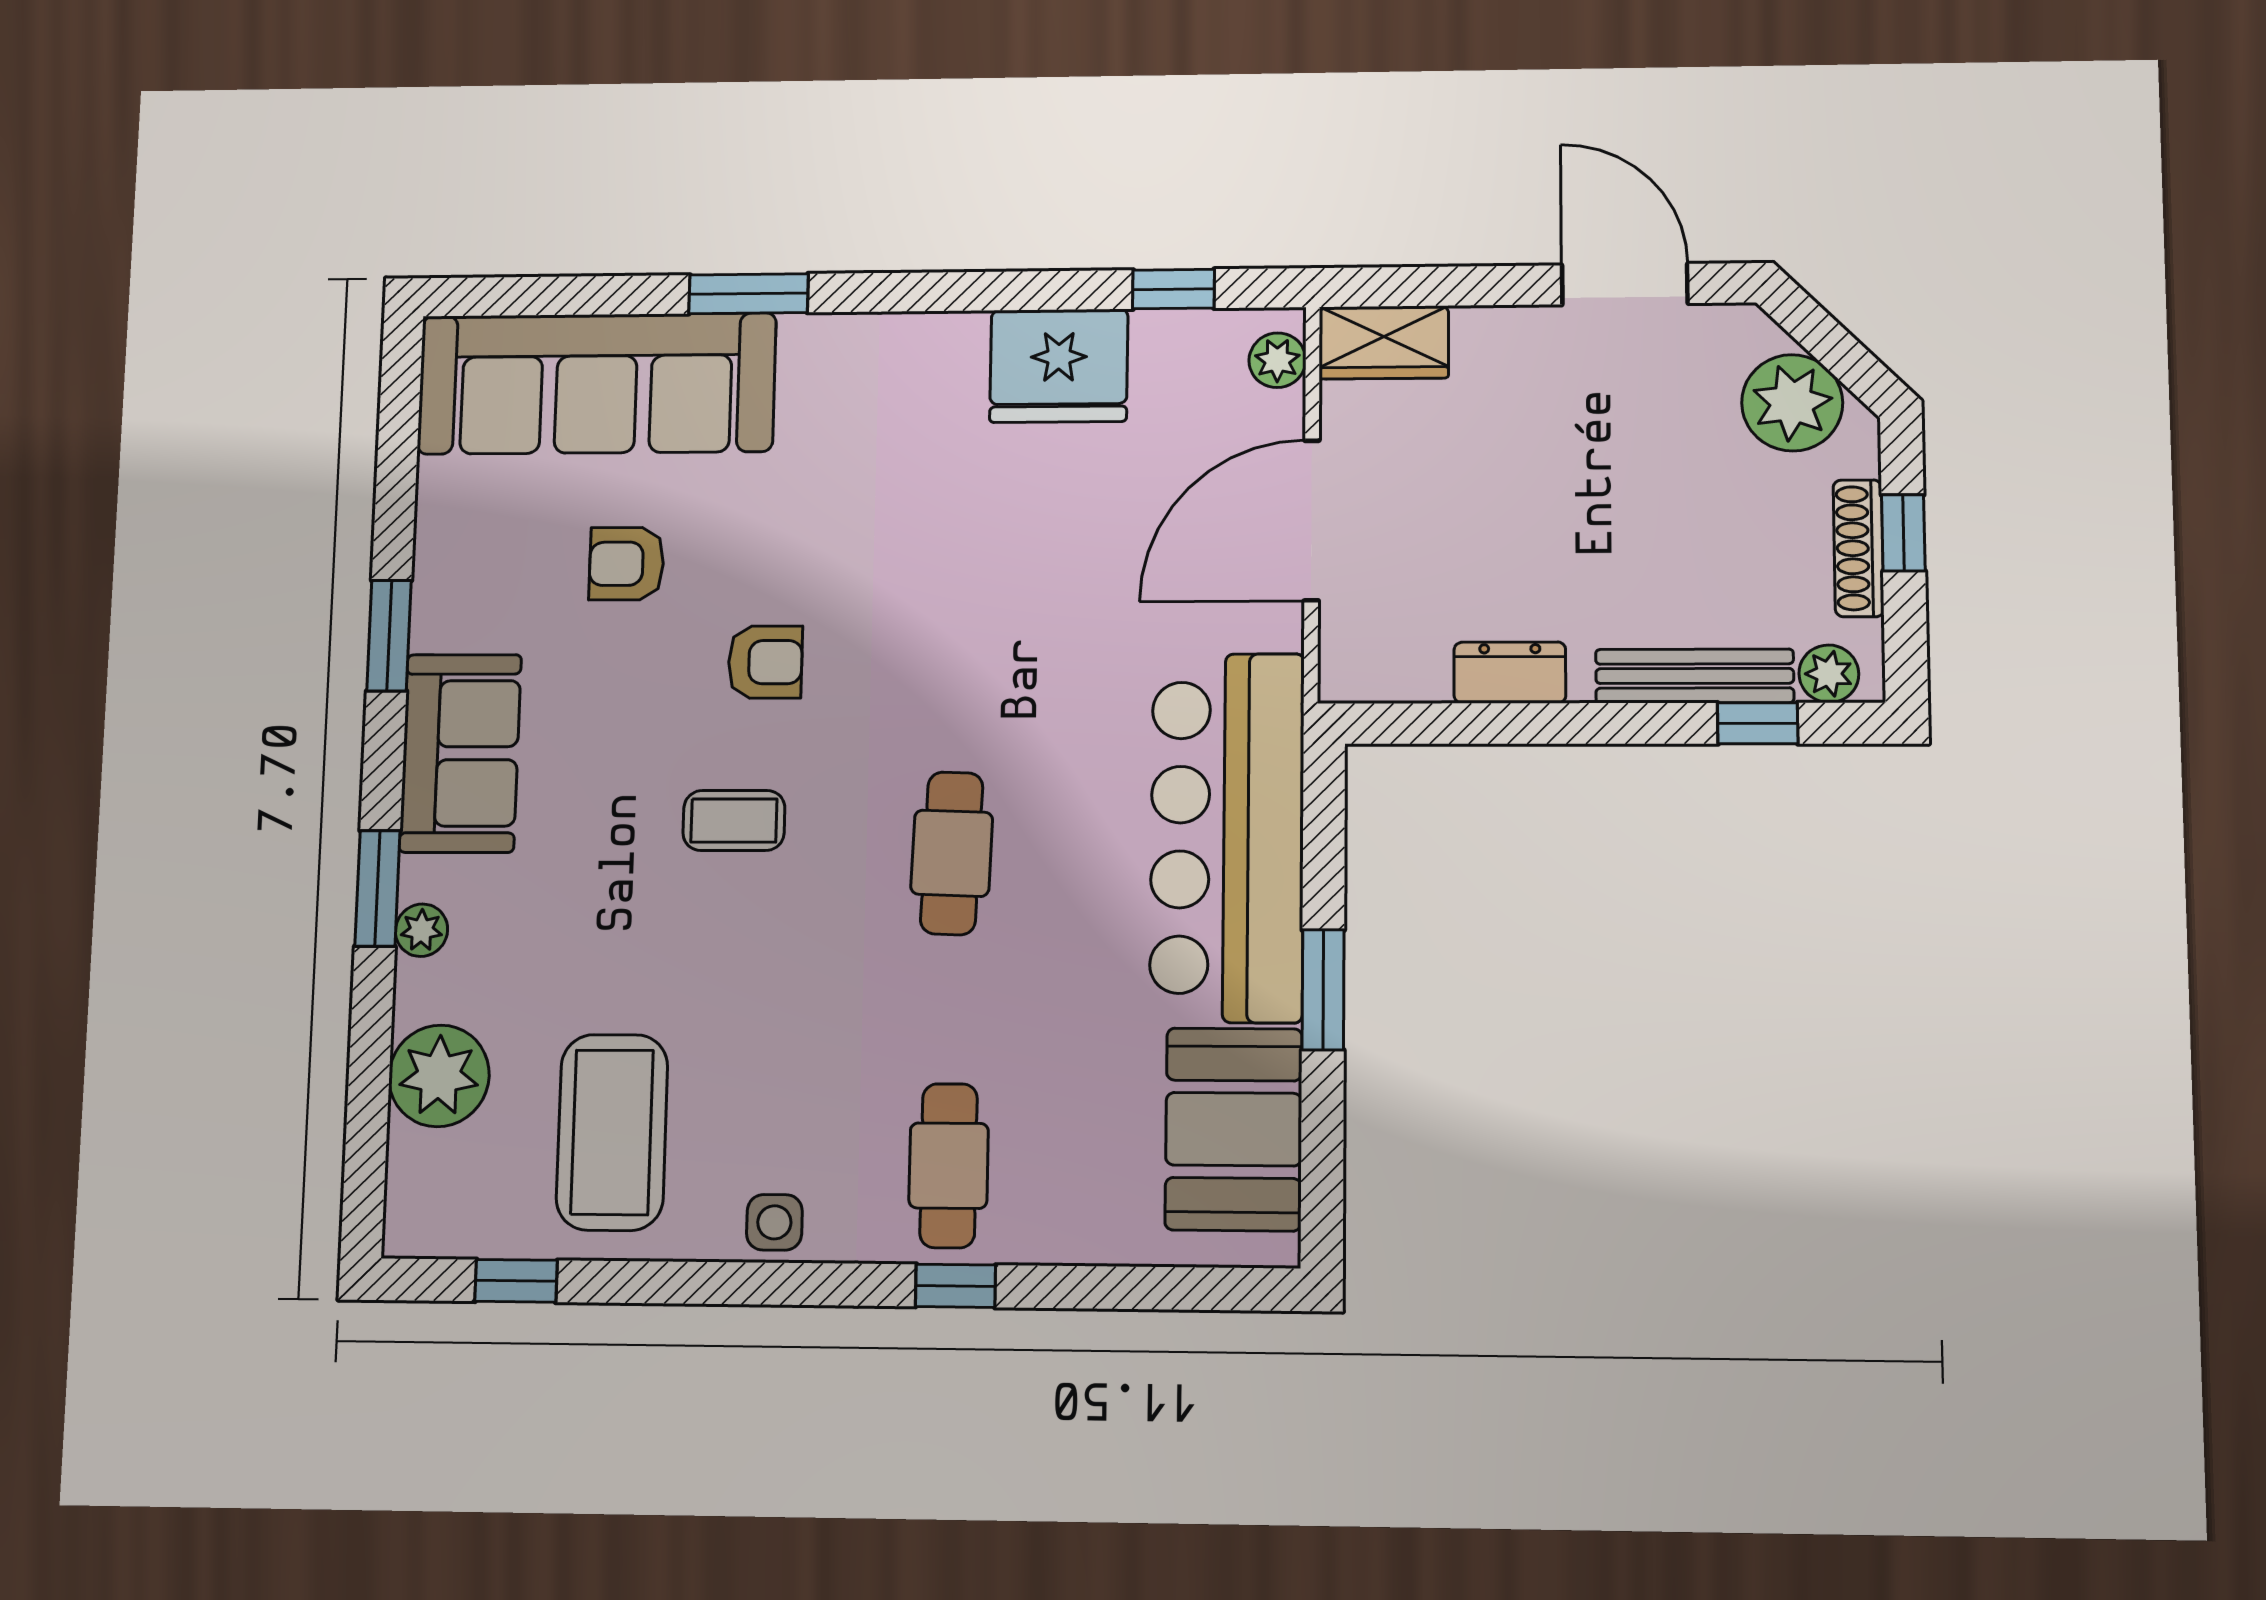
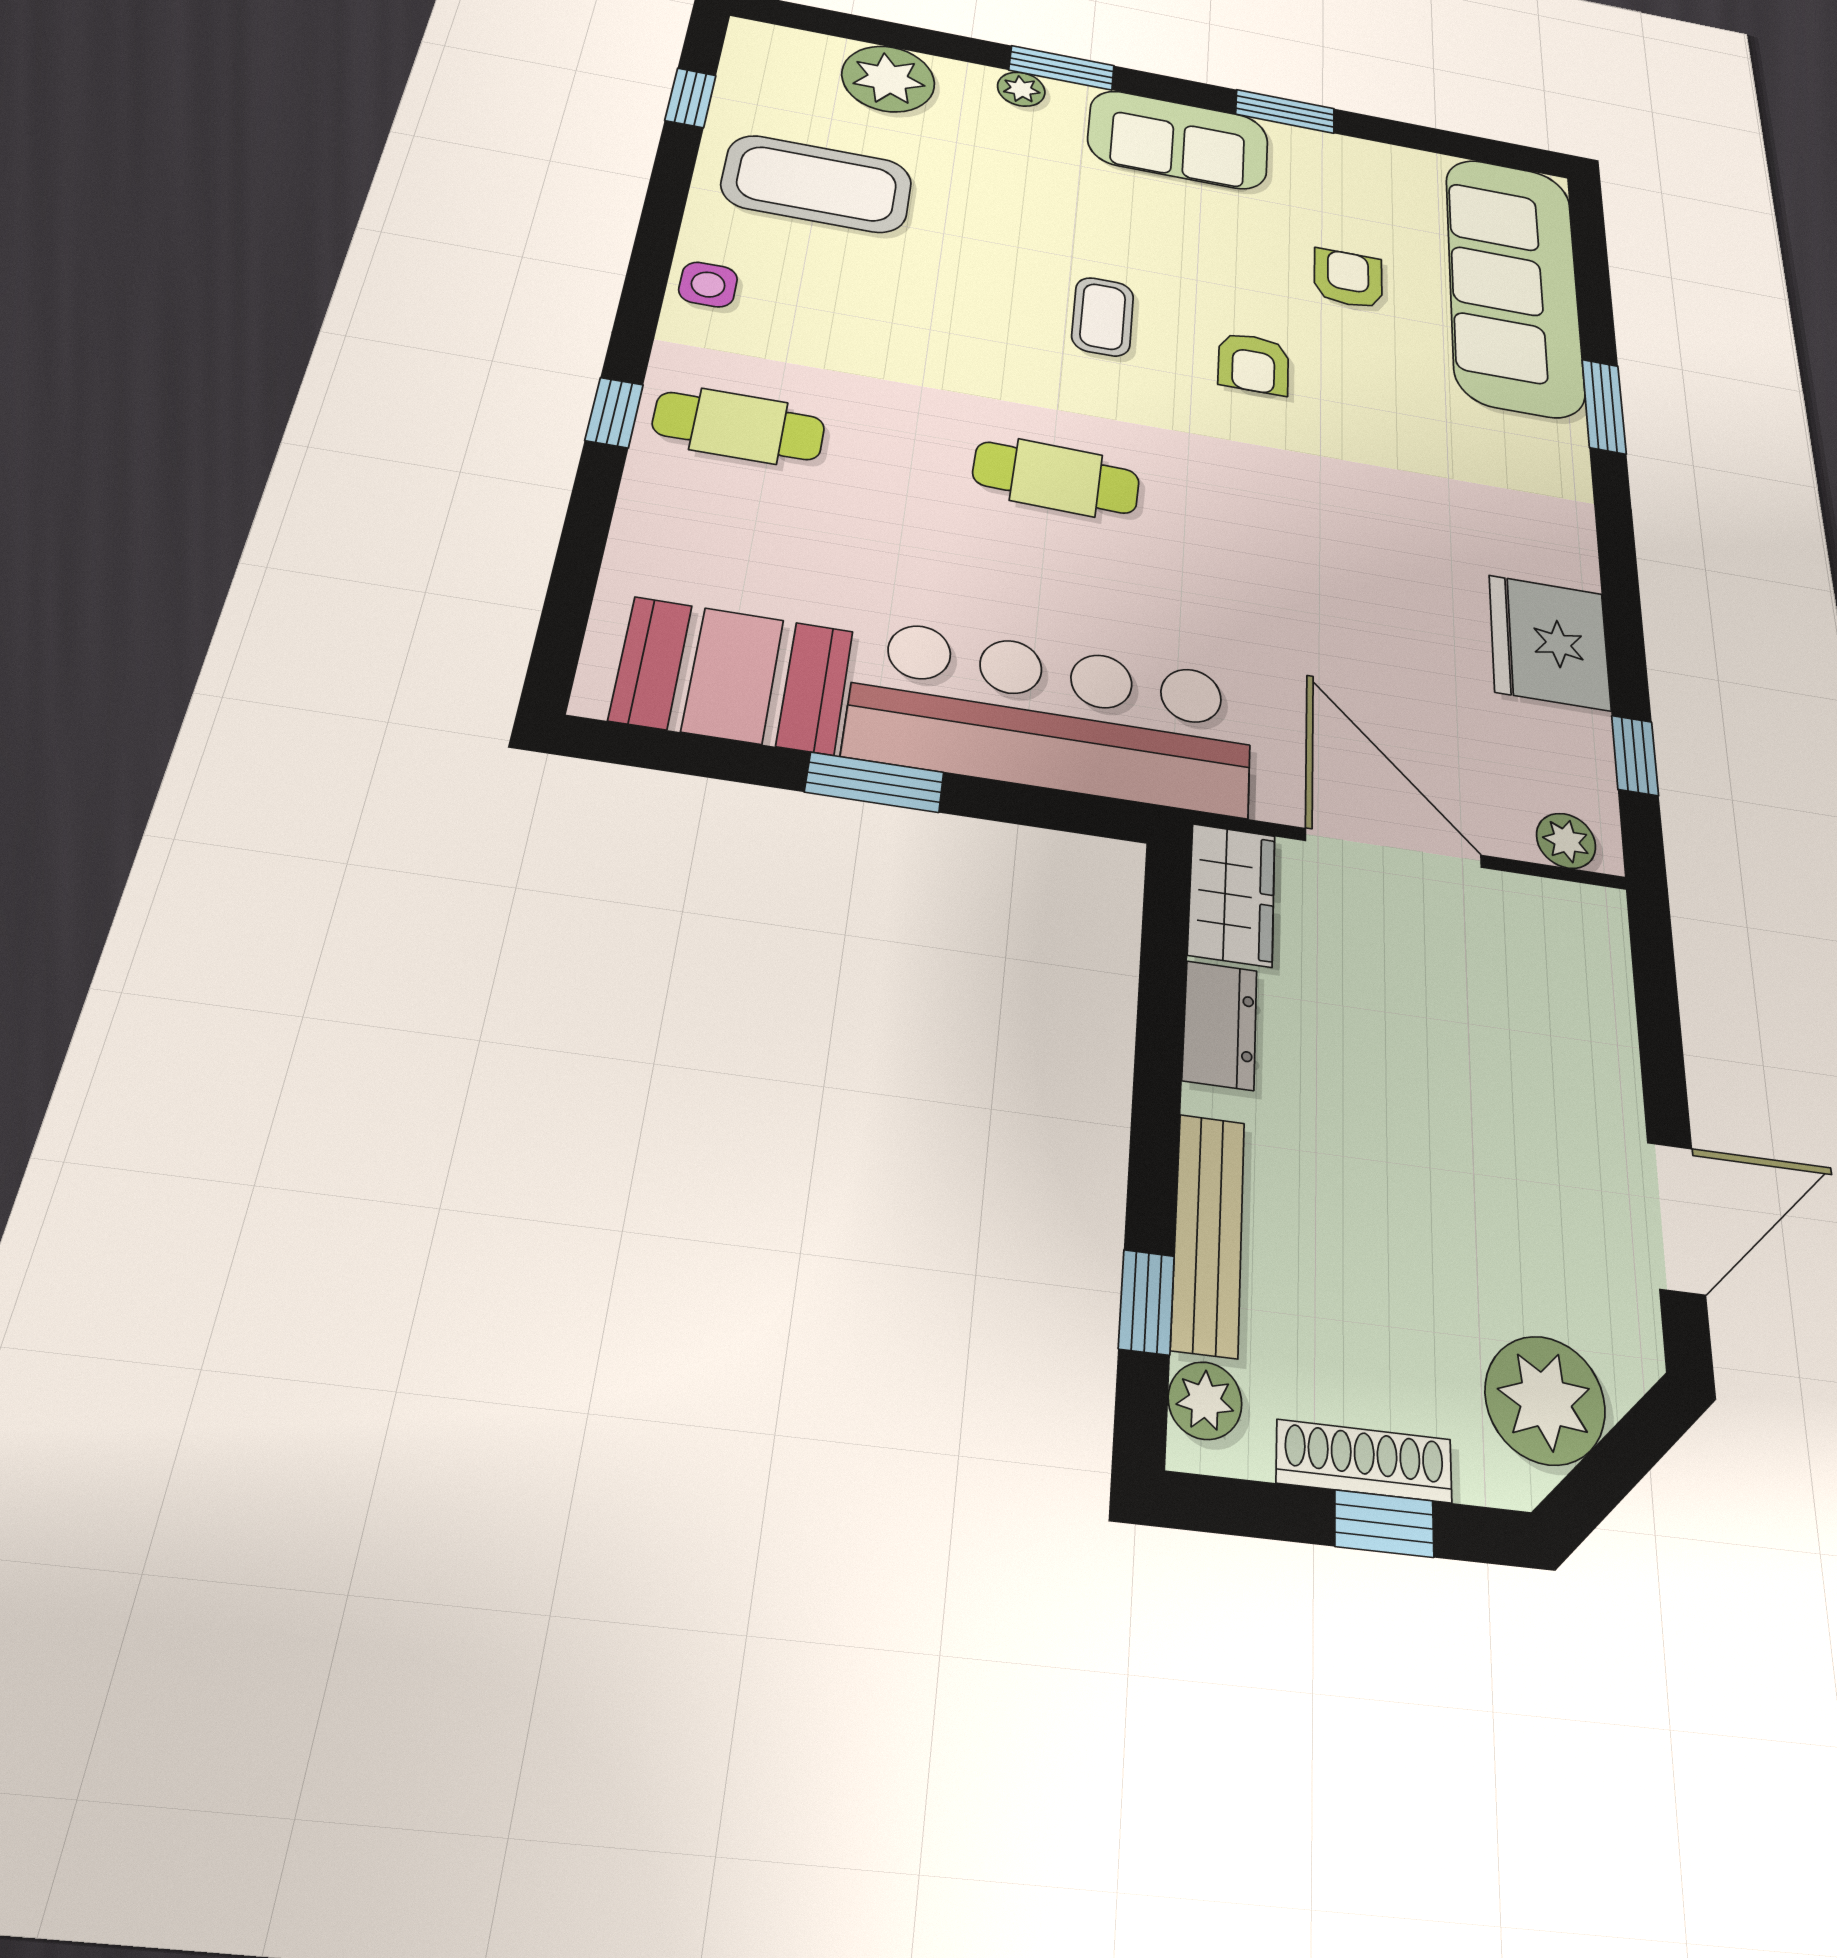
wardrobe: (1384, 342) -> (1232, 895), moved, turned 180

